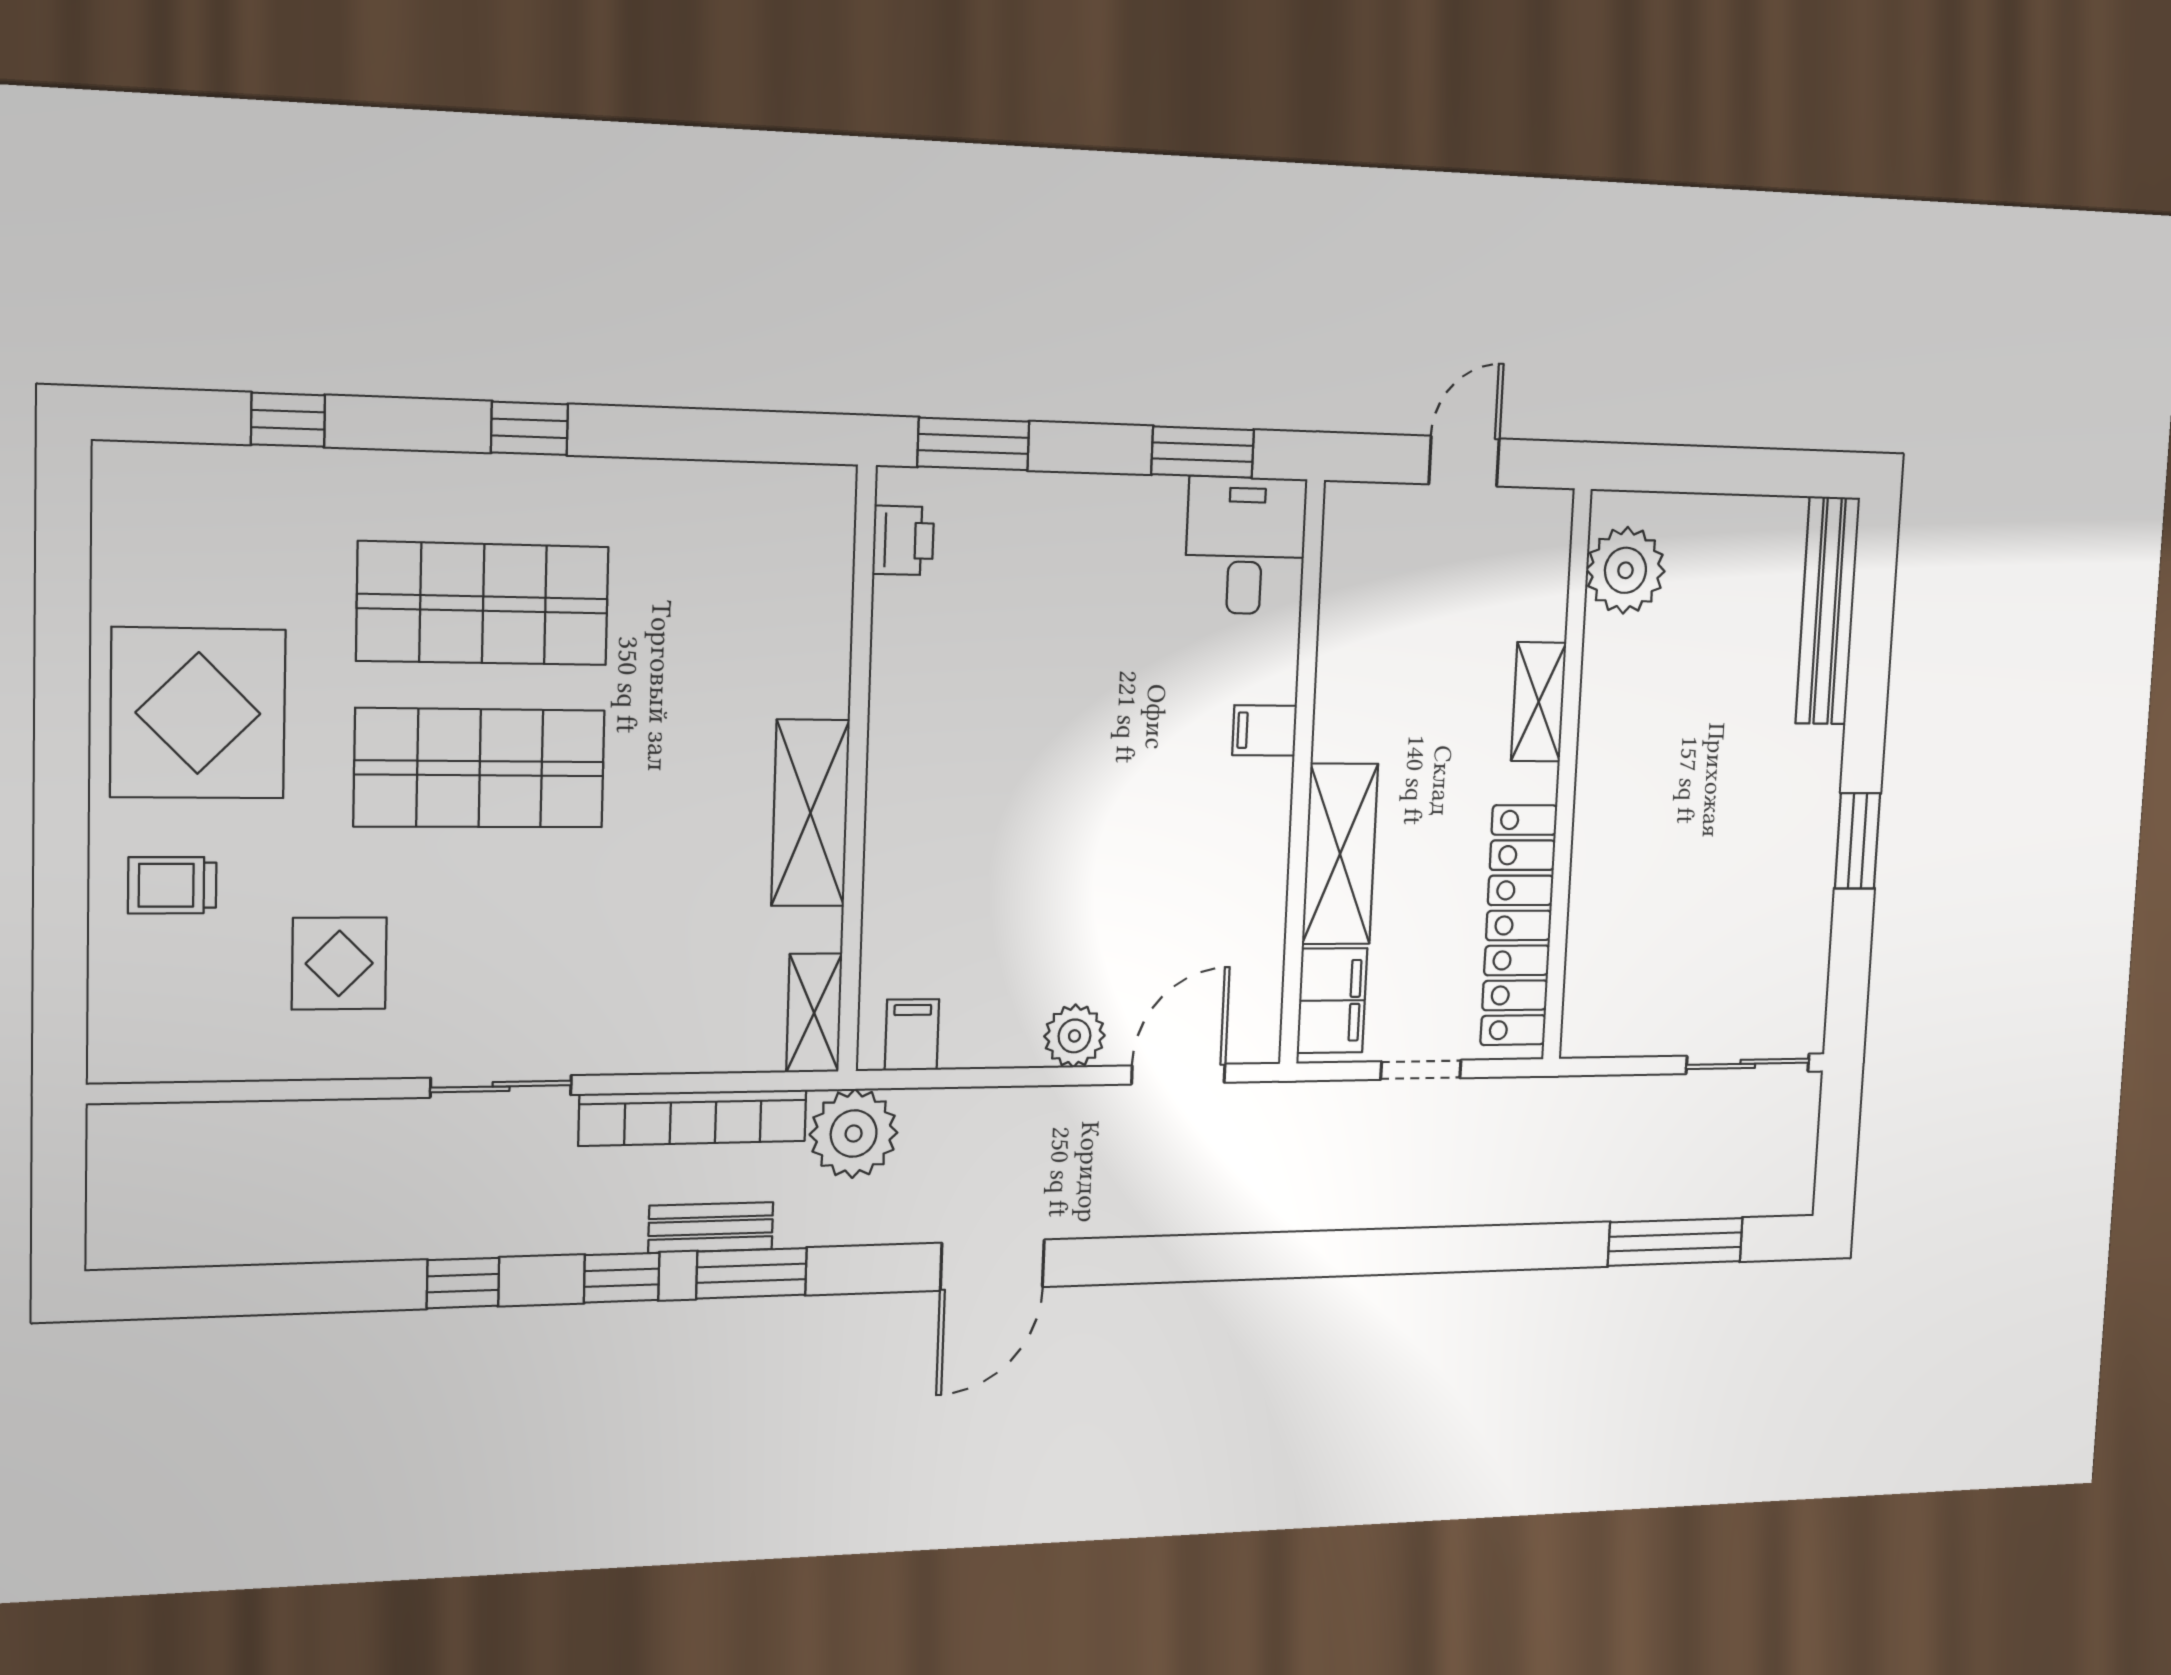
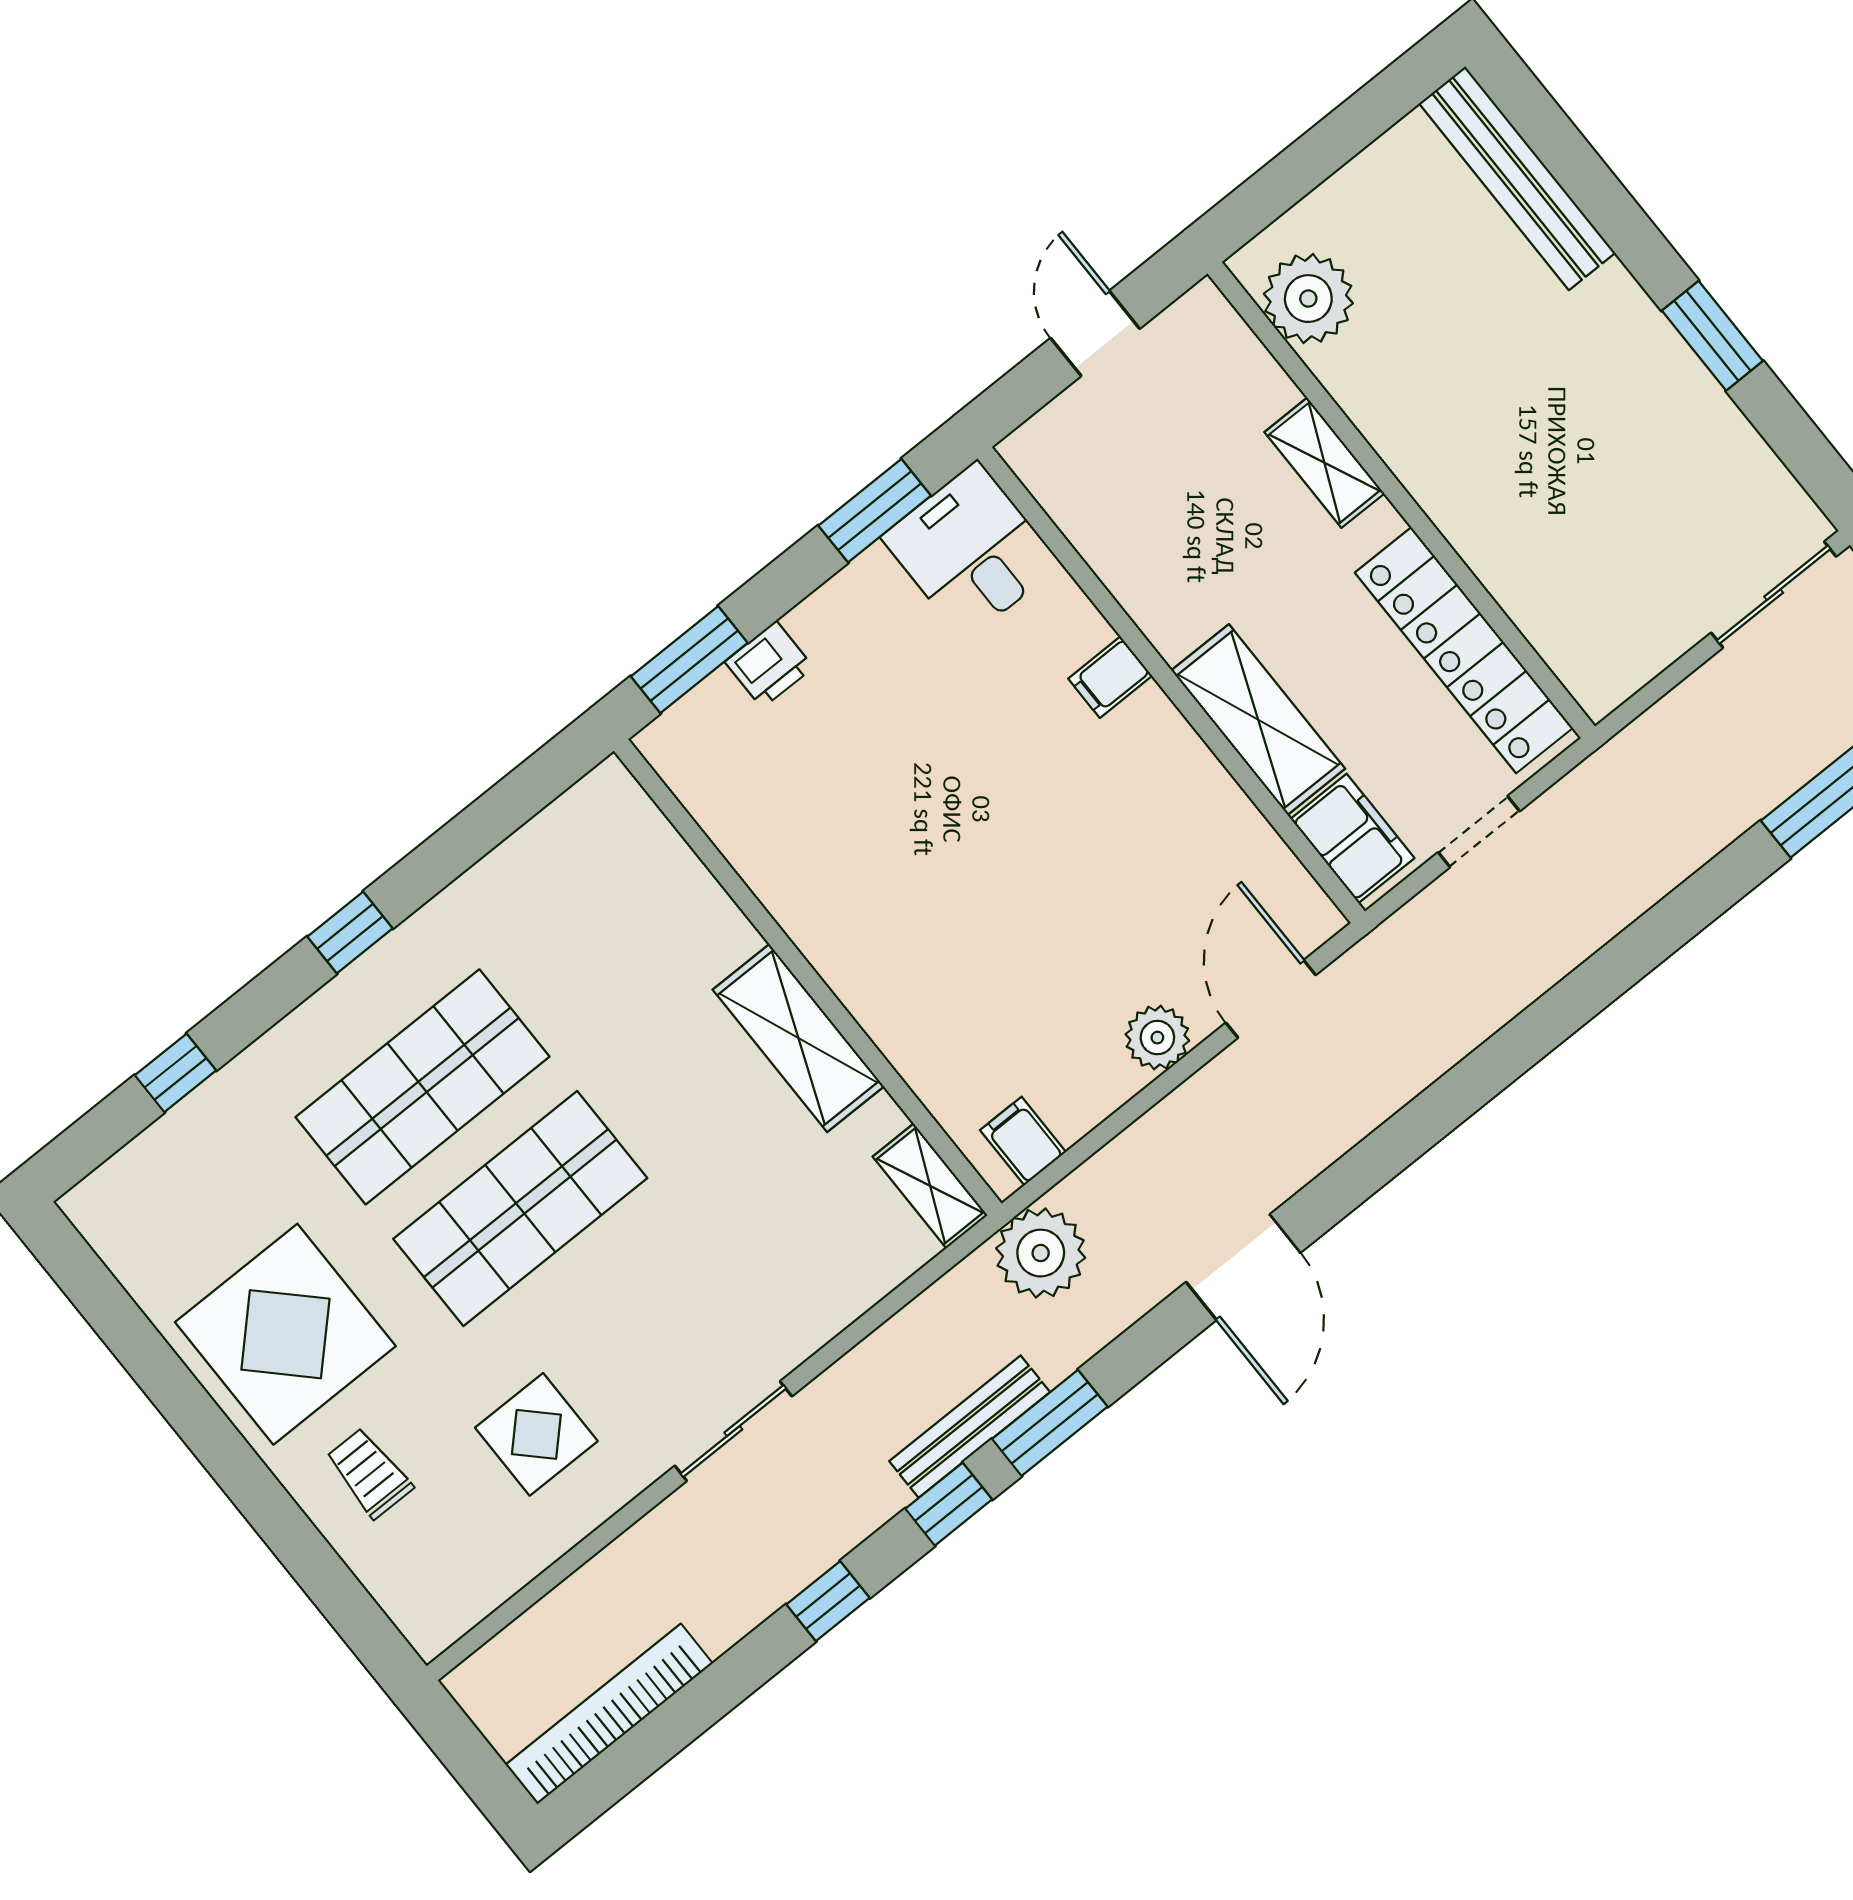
printer: (903, 540) -> (769, 664), moved, turned 90
trolley: (172, 885) -> (369, 1473), turned 90
bookcase: (693, 1118) -> (609, 1714), moved, turned 180
bench: (711, 1228) -> (970, 1427), width x1.36

